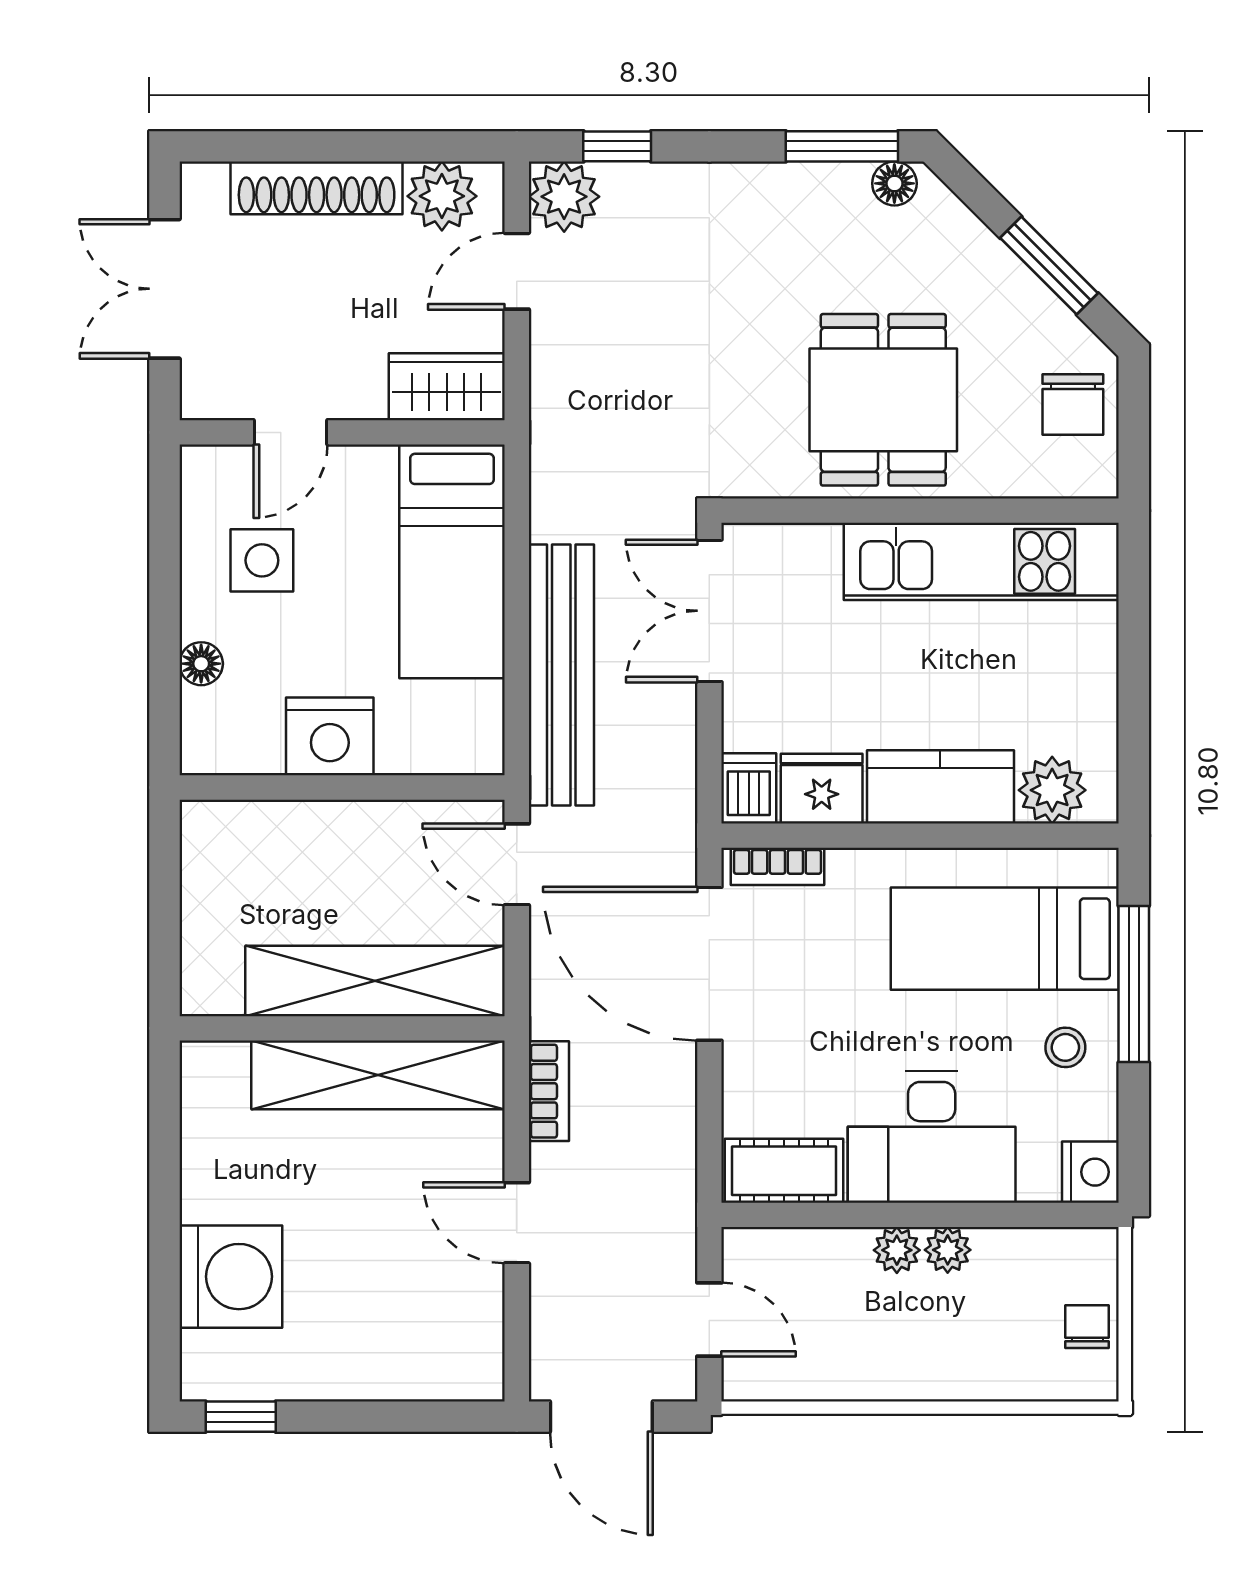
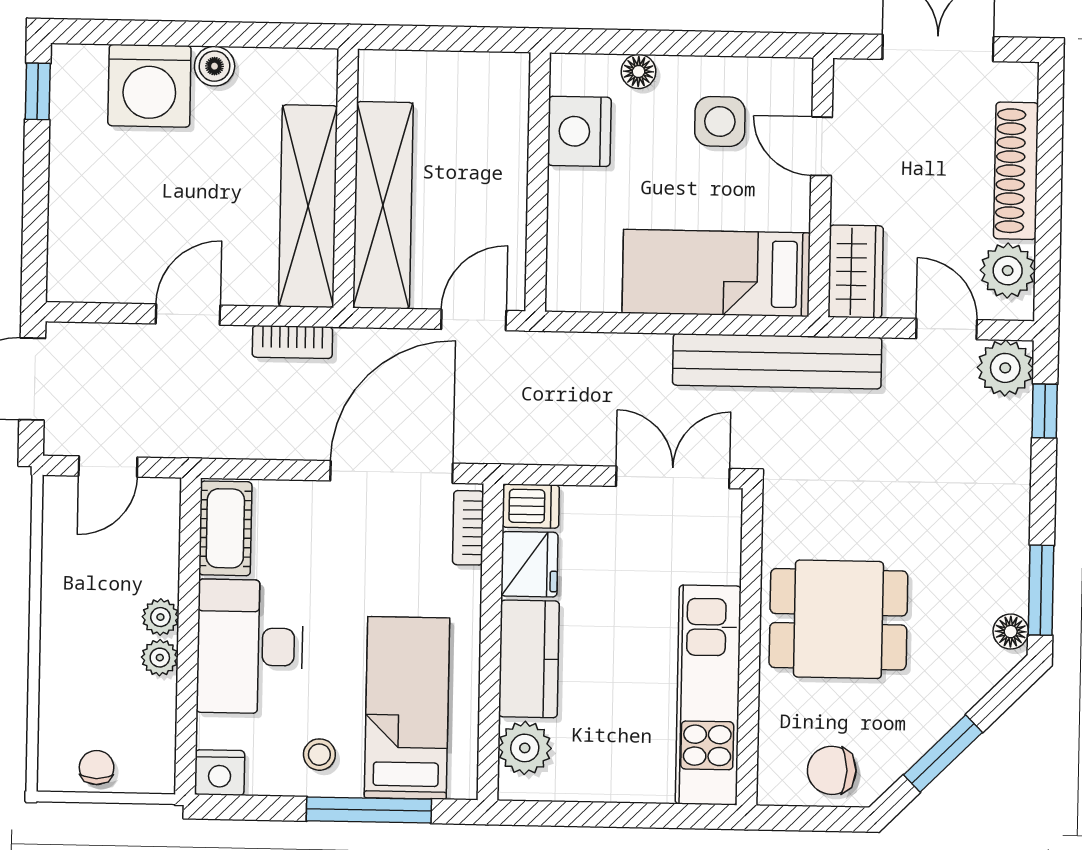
bench: (561, 675) -> (777, 361), moved
nightstand: (330, 736) -> (579, 131), moved
boiler: (205, 1195) -> (215, 66), added
chair: (1087, 1327) -> (97, 768), turned -90

